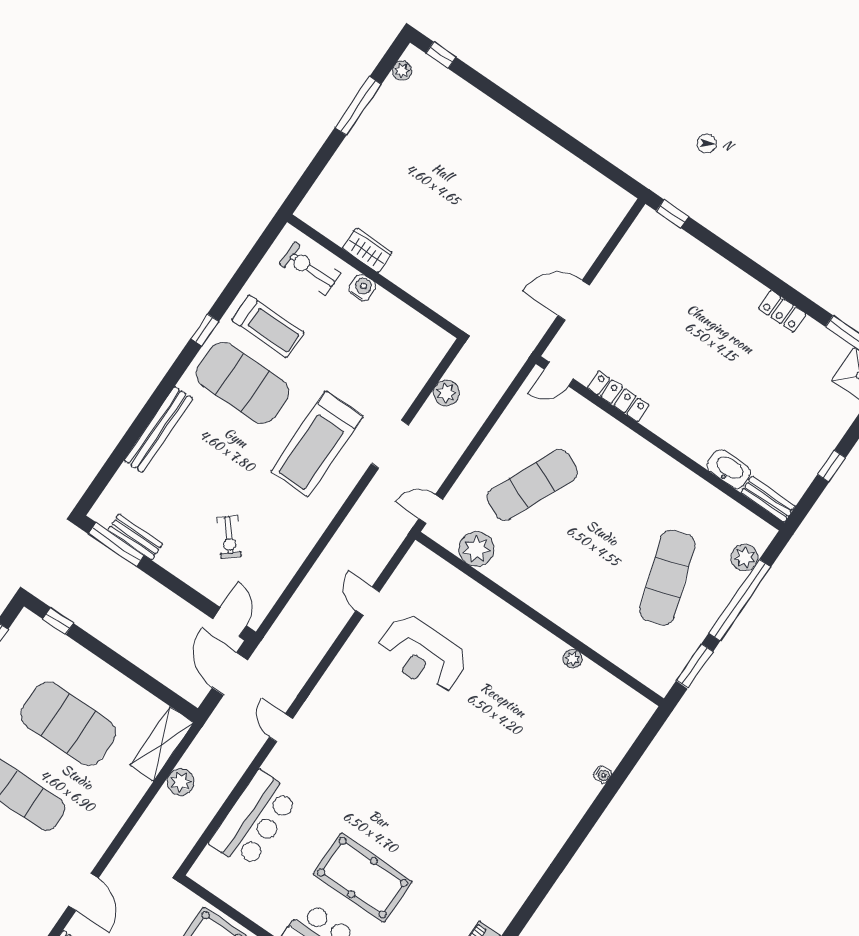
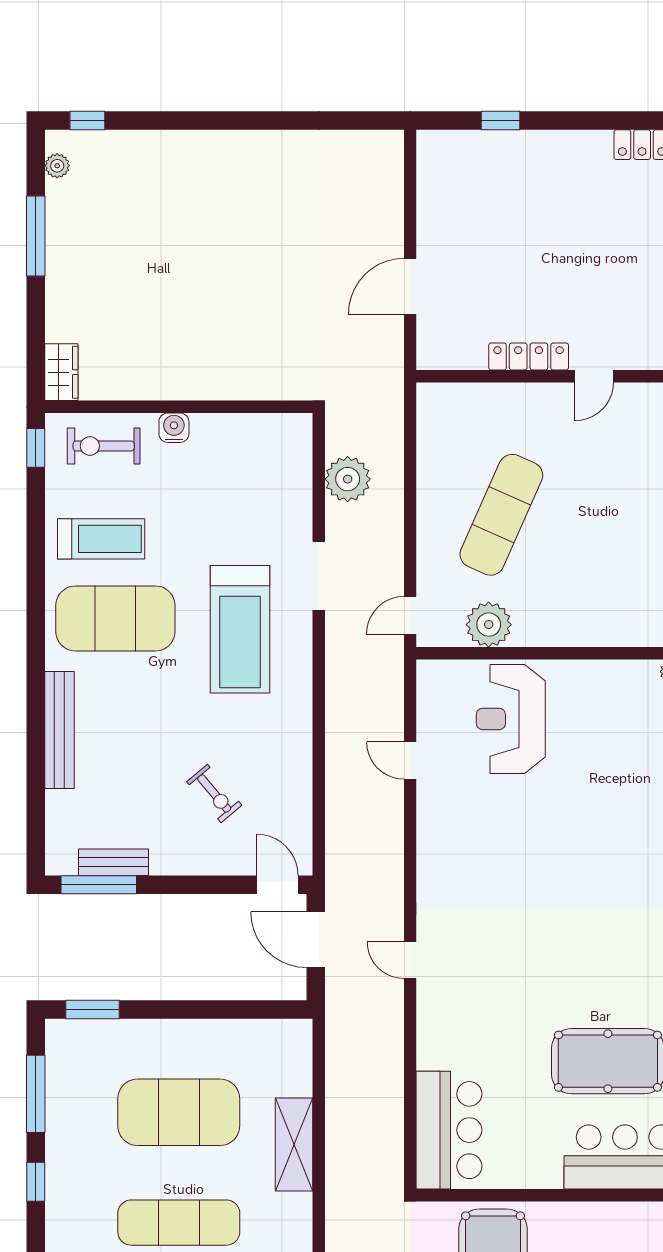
window: (672, 214) -> (500, 121), moved
wardrobe: (367, 250) -> (61, 372), moved, turned 90
window: (205, 330) -> (36, 448), moved
door: (559, 374) -> (594, 376), moved
plant: (446, 393) -> (348, 479), width x1.36, depth x1.36
window: (58, 621) -> (92, 1009), width x1.50
reception desk: (423, 654) -> (511, 719), moved, turned 90
shelving: (162, 744) -> (294, 1144), moved
plant: (181, 782) -> (342, 1092), removed
bar counter: (254, 820) -> (449, 1130), moved

